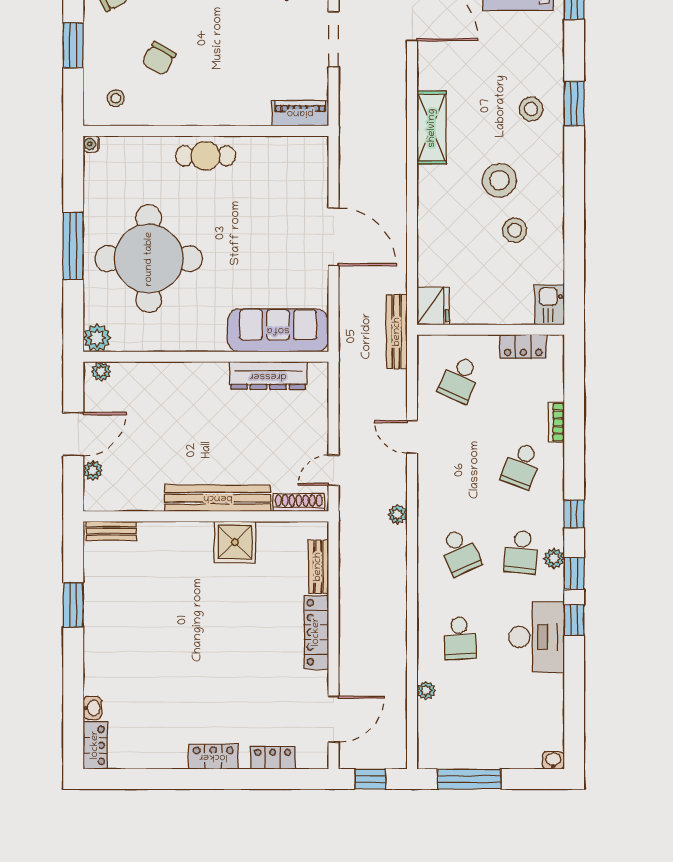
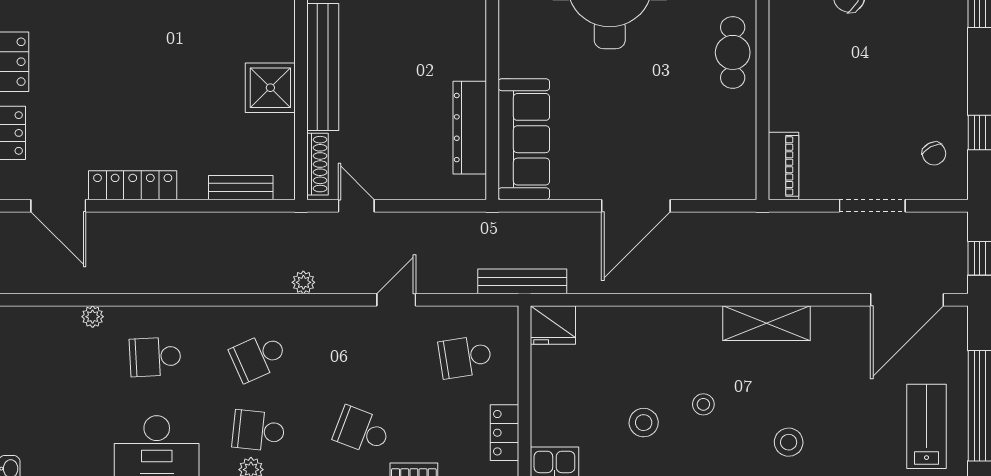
stool: (499, 180) -> (703, 404), width x0.53, depth x0.53
school desk: (460, 379) -> (465, 357), turned -33
locker: (316, 632) -> (133, 185), moved

